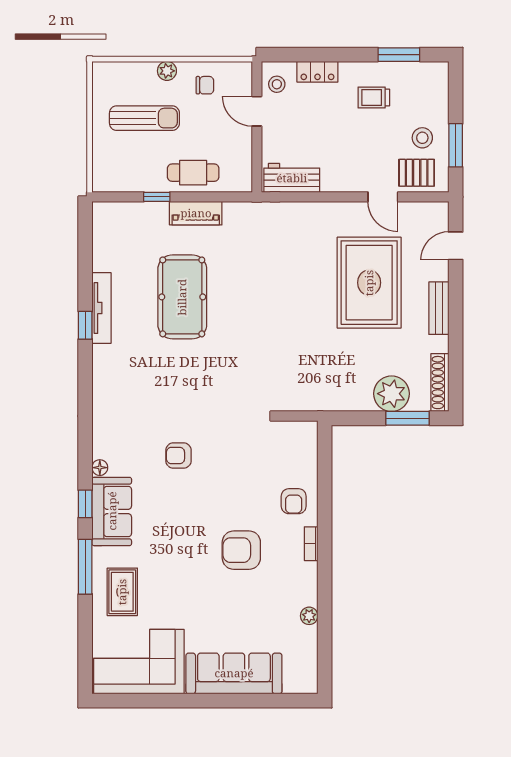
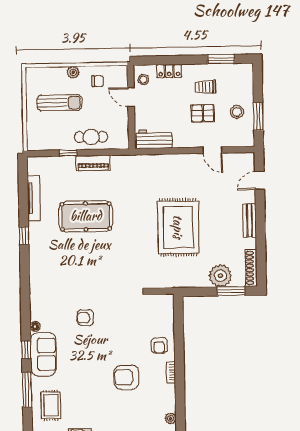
pallet: (417, 173) -> (203, 113), moved
rug: (369, 283) -> (178, 227), moved
pool table: (182, 297) -> (86, 216), turned 90
tv unit: (102, 308) -> (34, 198), moved

